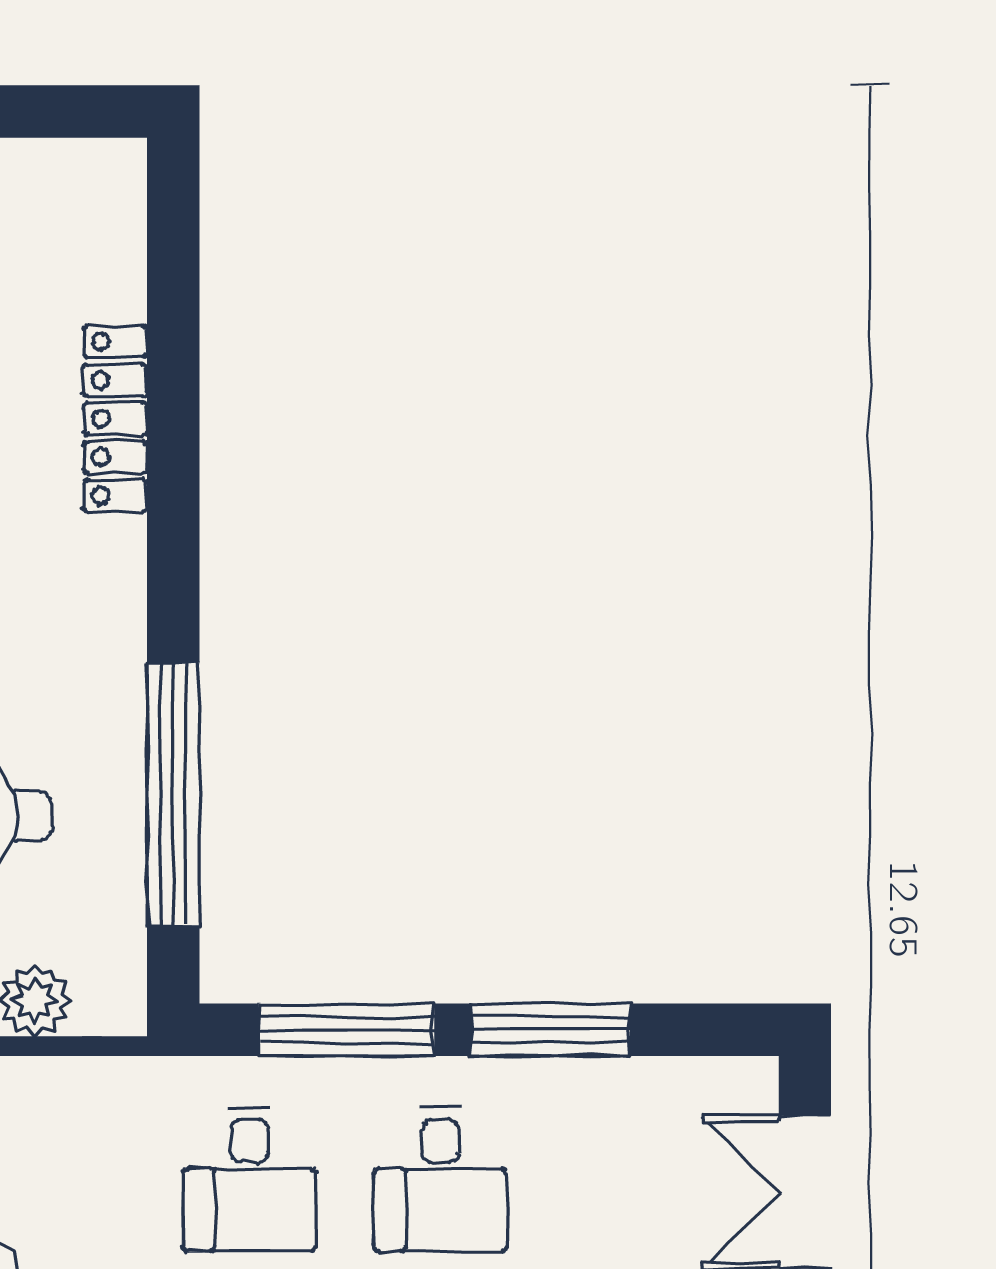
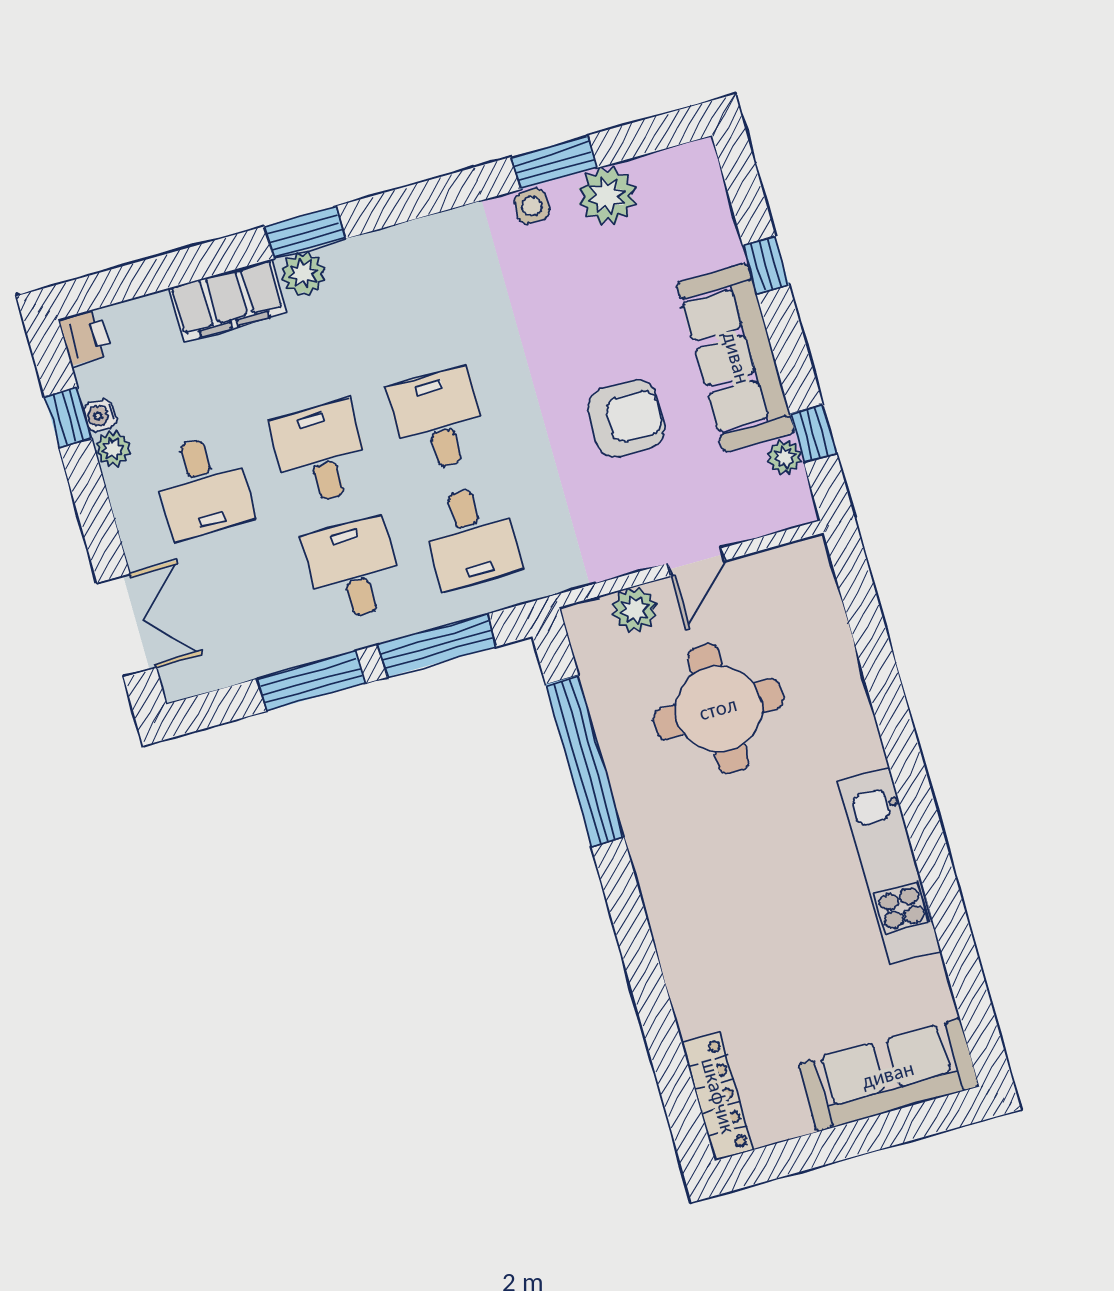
locker: (115, 419) -> (718, 1096), moved
desk: (249, 1180) -> (471, 536), turned 180

